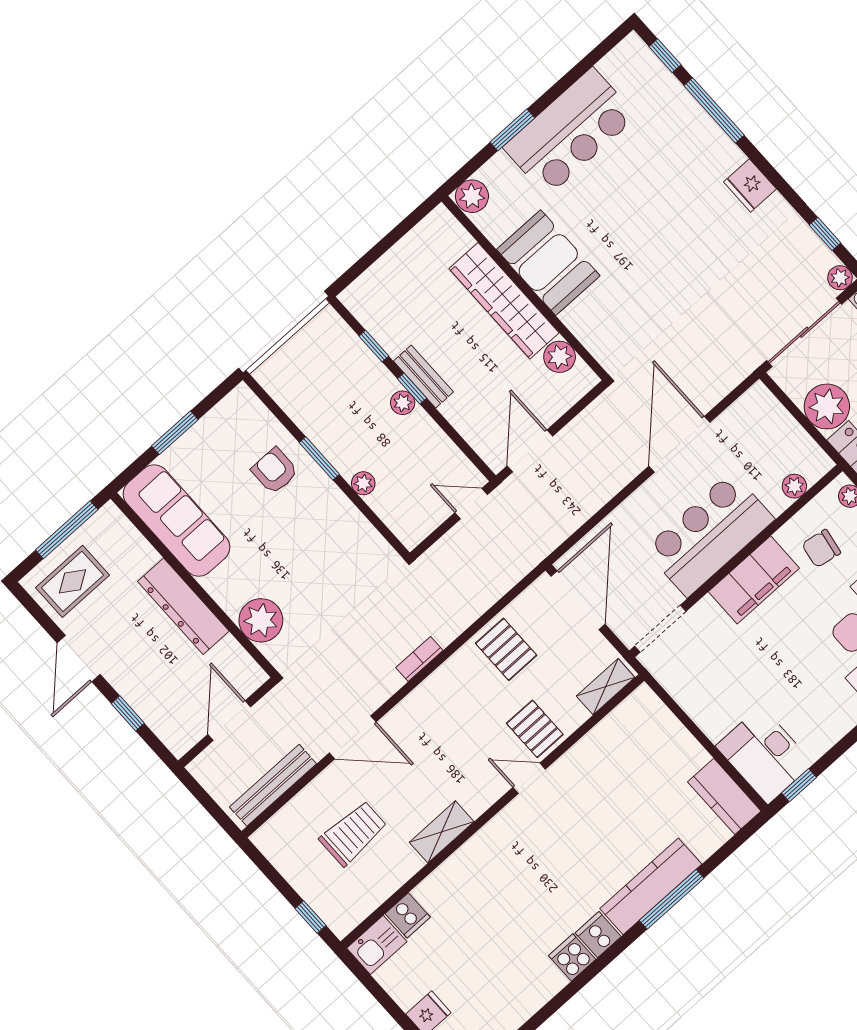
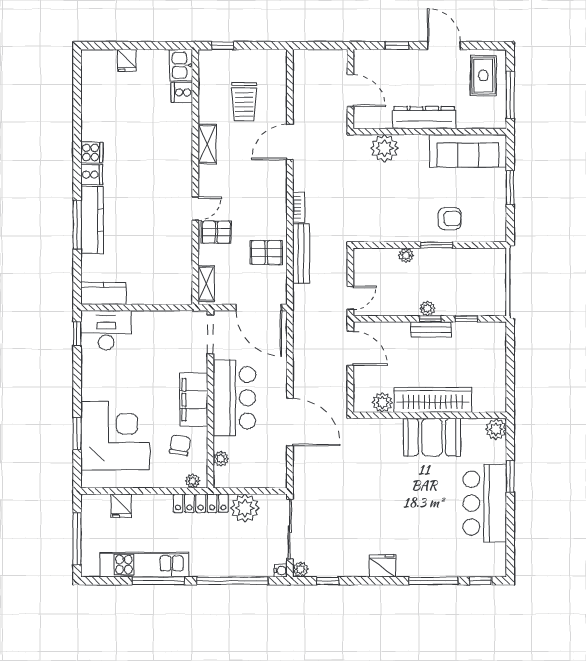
bench: (273, 785) -> (301, 254), moved

